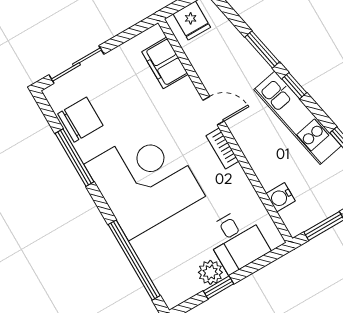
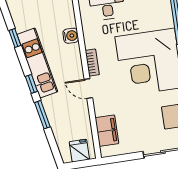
water cooler: (281, 197) -> (71, 36), moved

